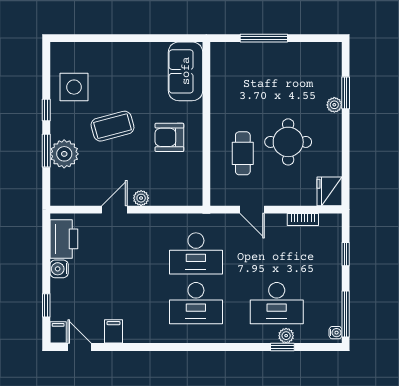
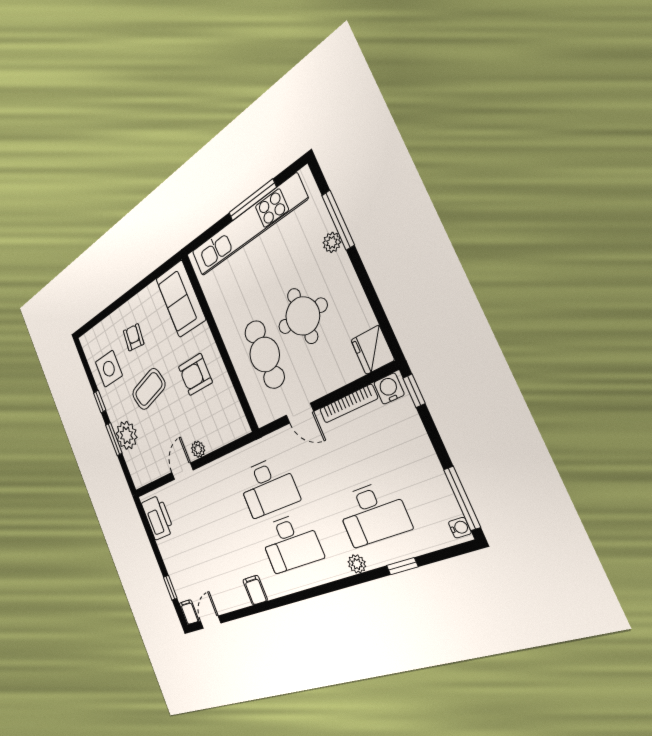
window: (264, 38) -> (252, 200), moved
kitchen unit: (274, 54) -> (247, 227), added
armchair: (118, 75) -> (134, 337), added
window: (346, 93) -> (338, 220), width x1.44
cafe table: (243, 153) -> (265, 355), width x1.37, depth x1.35
bookcase: (303, 220) -> (348, 404), width x1.56
window: (346, 254) -> (414, 391), moved
water cooler: (59, 269) -> (389, 389), moved, turned 90
filing cabinet: (113, 331) -> (255, 590), moved
plant: (286, 336) -> (357, 564), moved
door: (79, 347) -> (211, 622), hinge flipped

